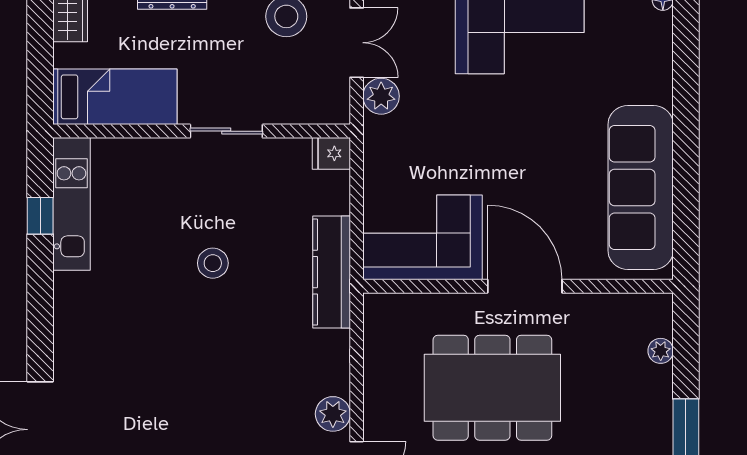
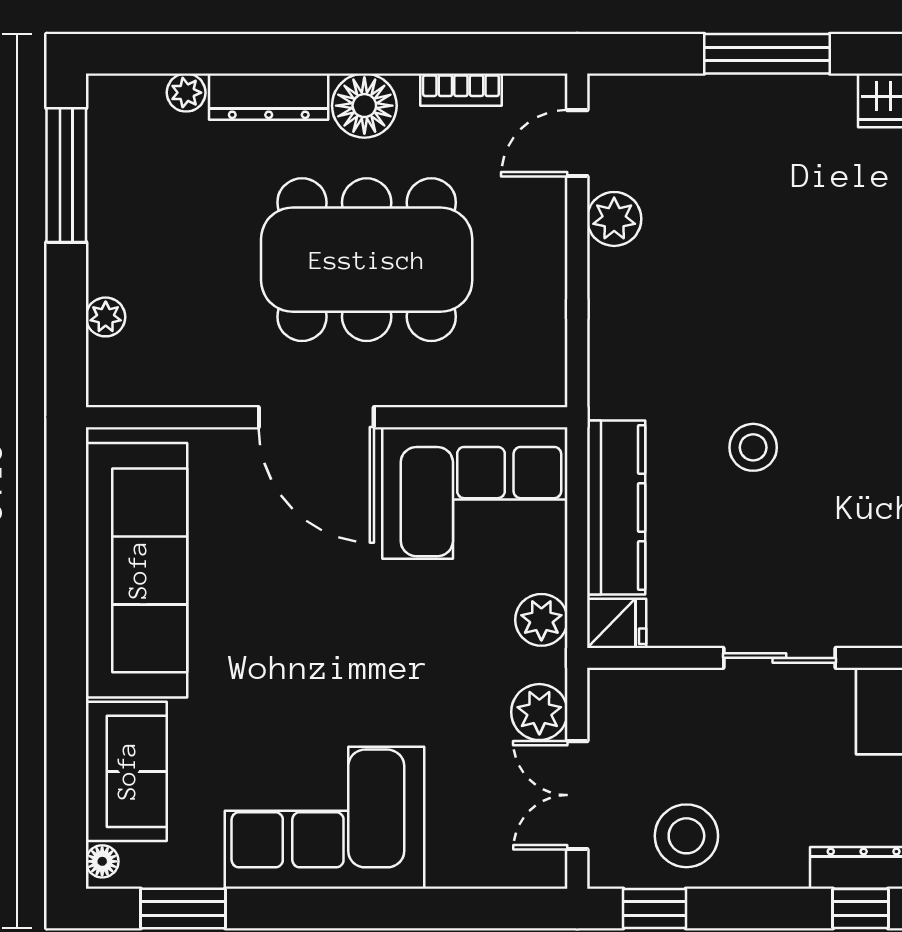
sofa: (647, 58) -> (126, 771), added
plant: (380, 156) -> (541, 620), added
stool: (213, 263) -> (753, 447), moved
kitchen counter: (332, 272) -> (616, 507), moved

